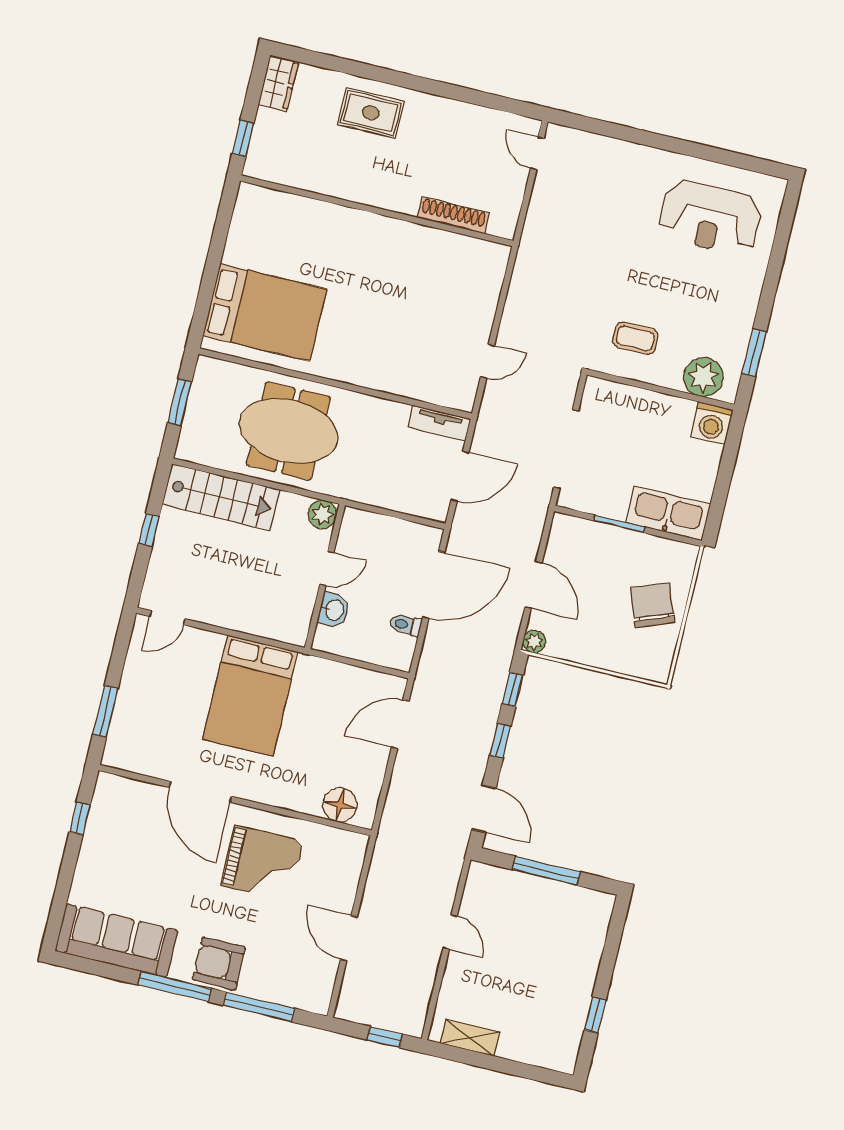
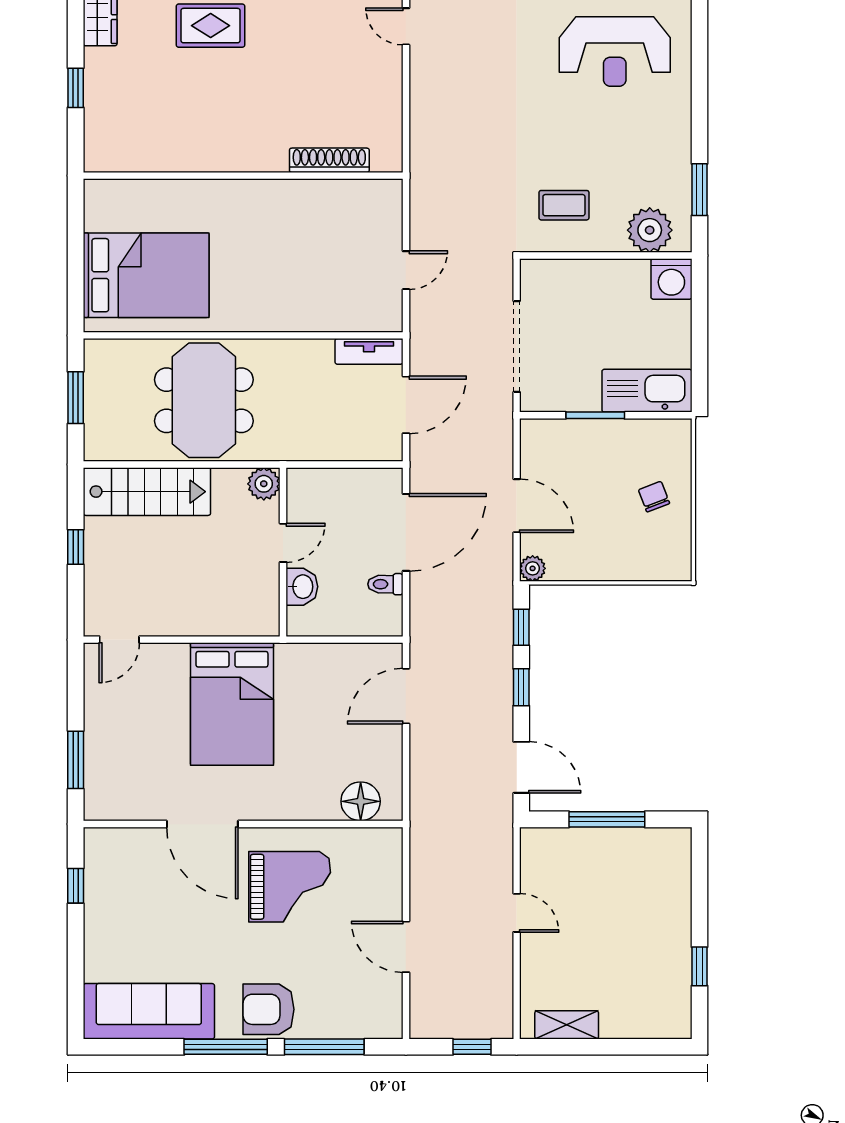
wall: (377, 211) -> (243, 176), moved
shoe rack: (453, 215) -> (329, 160), moved
meeting table: (288, 431) -> (204, 400), turned 90
chair: (652, 605) -> (654, 497), width x0.54, depth x0.54

